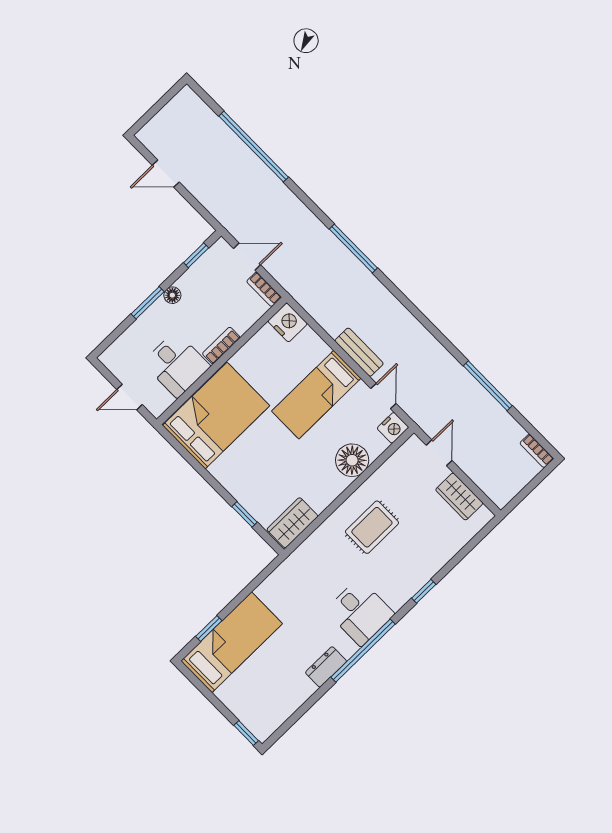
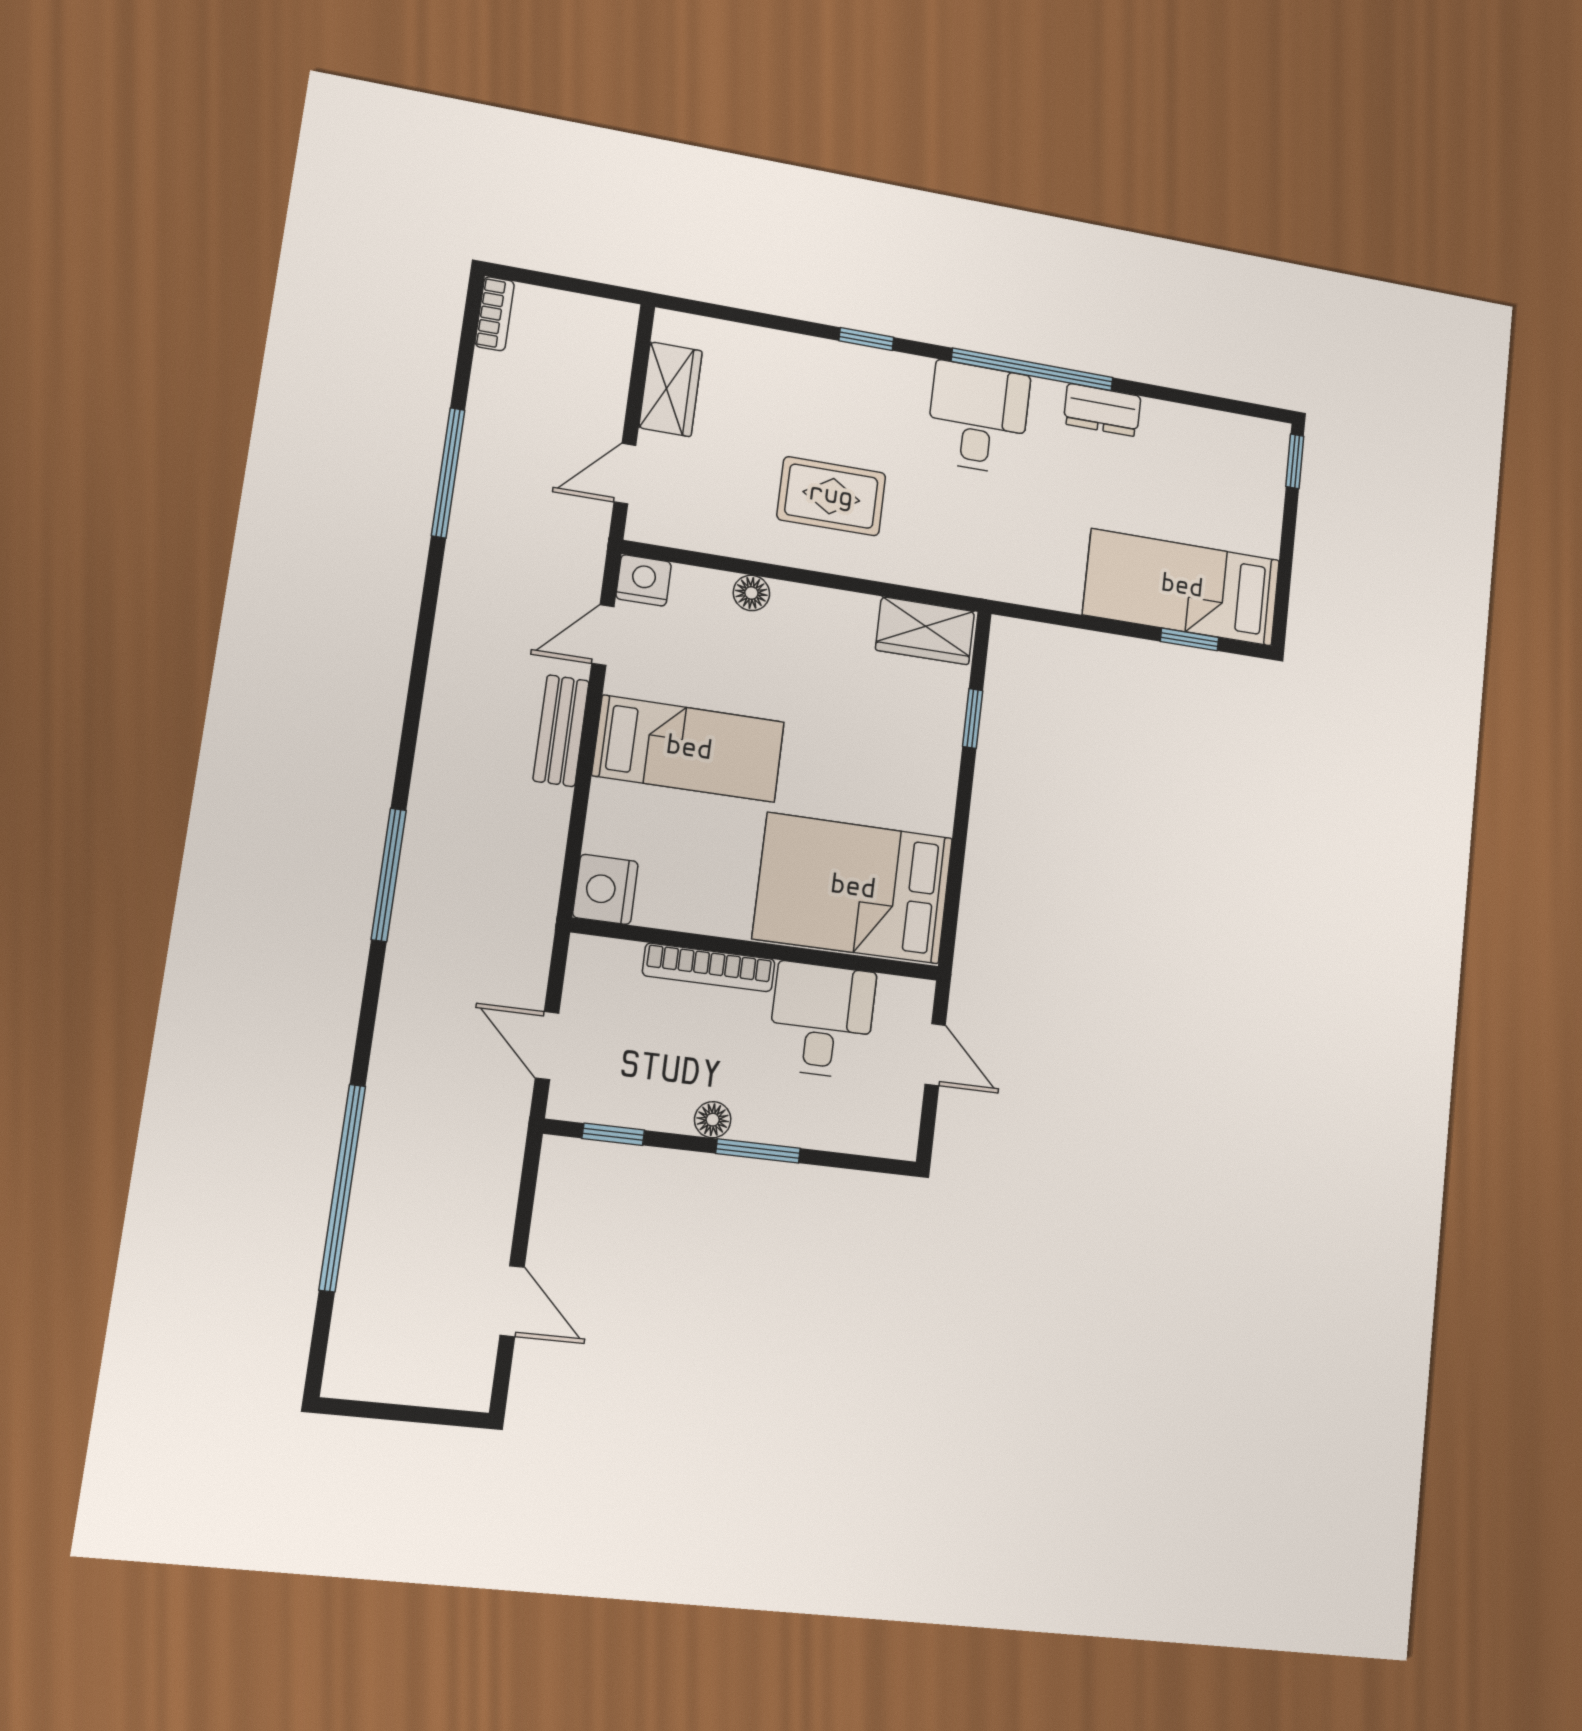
bookcase: (264, 289) -> (580, 973), removed
bookcase: (221, 346) -> (709, 967), width x1.56
floor lamp: (352, 460) -> (751, 593), width x0.53, depth x0.53

